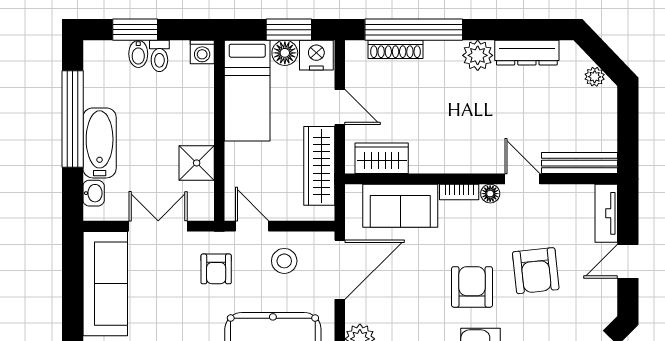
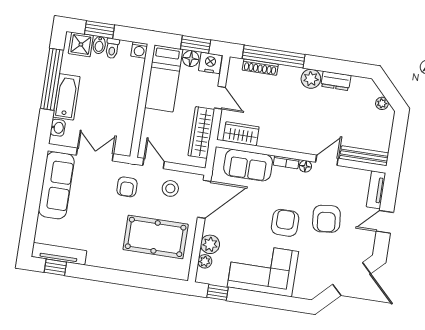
dresser: (527, 53) -> (336, 81), width x0.70
shower: (197, 163) -> (81, 44), moved
door: (522, 179) -> (327, 160), hinge flipped

